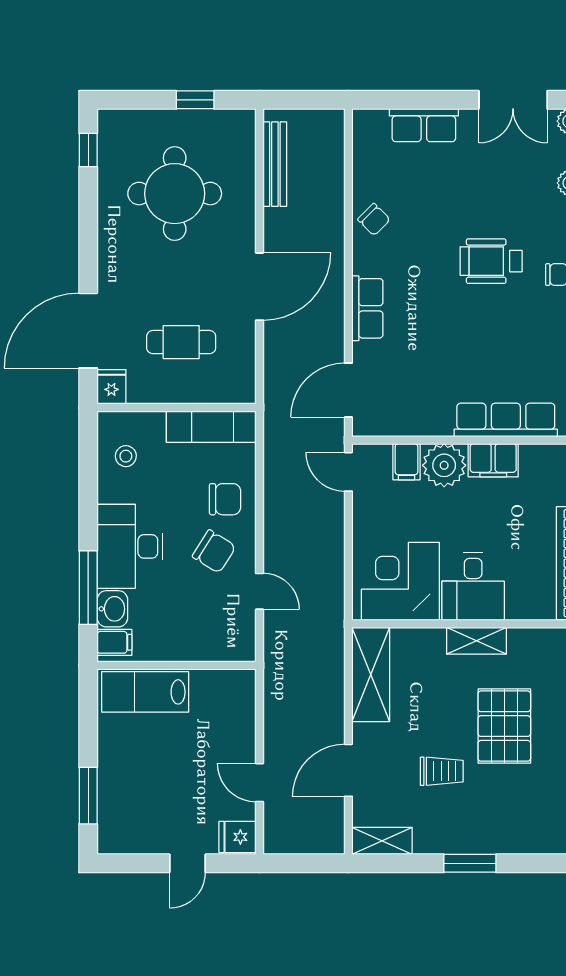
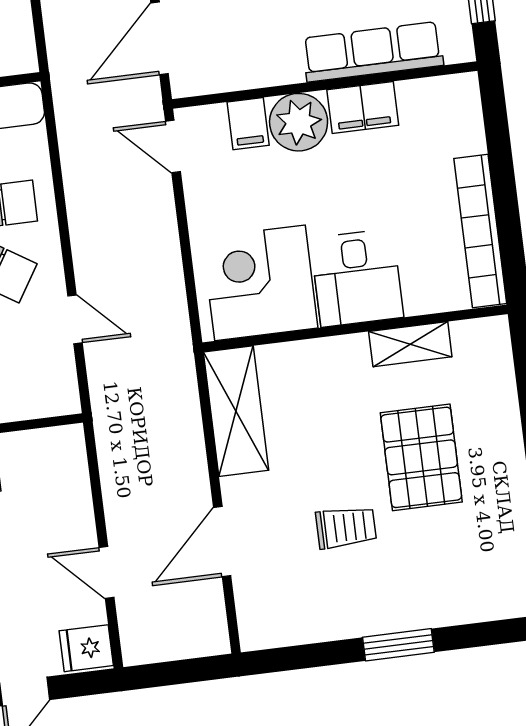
shelving: (477, 641) -> (410, 344), moved
shelving: (382, 841) -> (278, 630), removed

